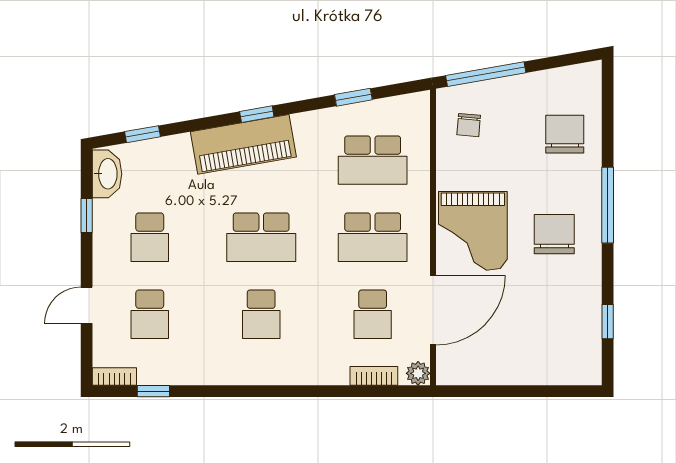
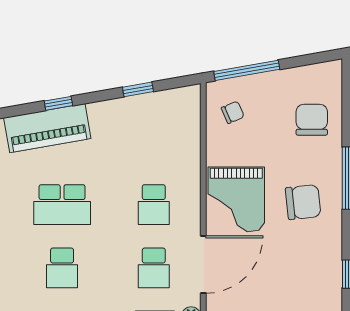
chair: (469, 125) -> (233, 112), turned -118
school desk: (373, 160) -> (154, 141), removed
chair: (554, 234) -> (303, 202), turned 84
school desk: (373, 237) -> (154, 205), width x0.54

